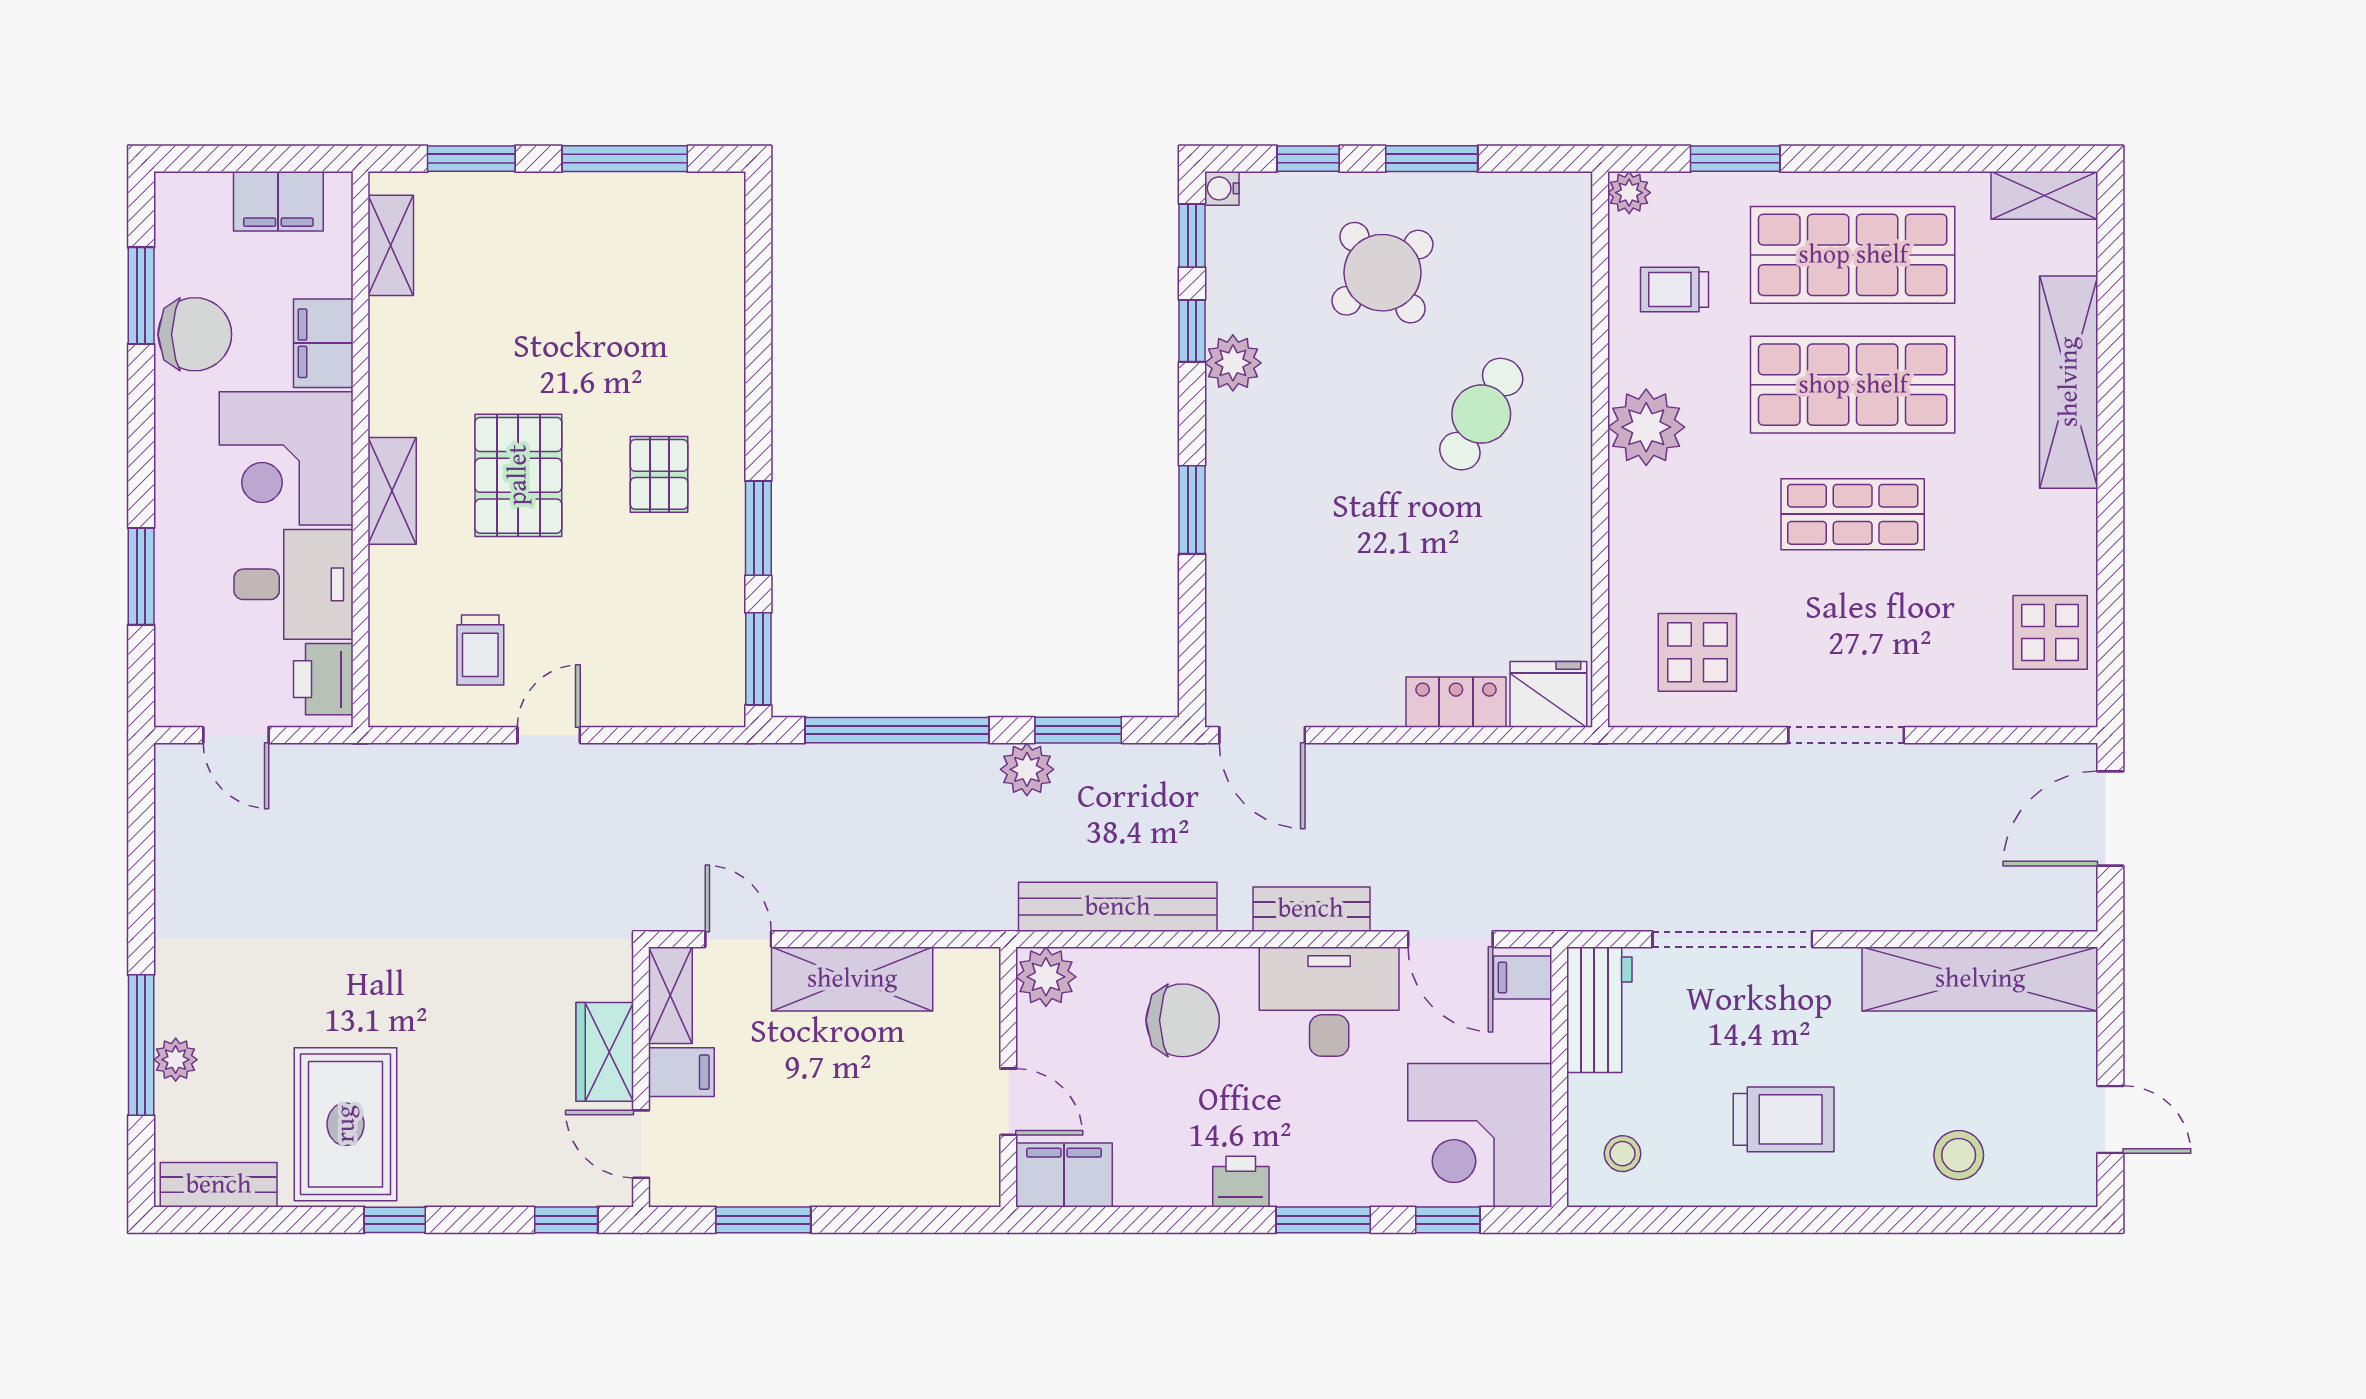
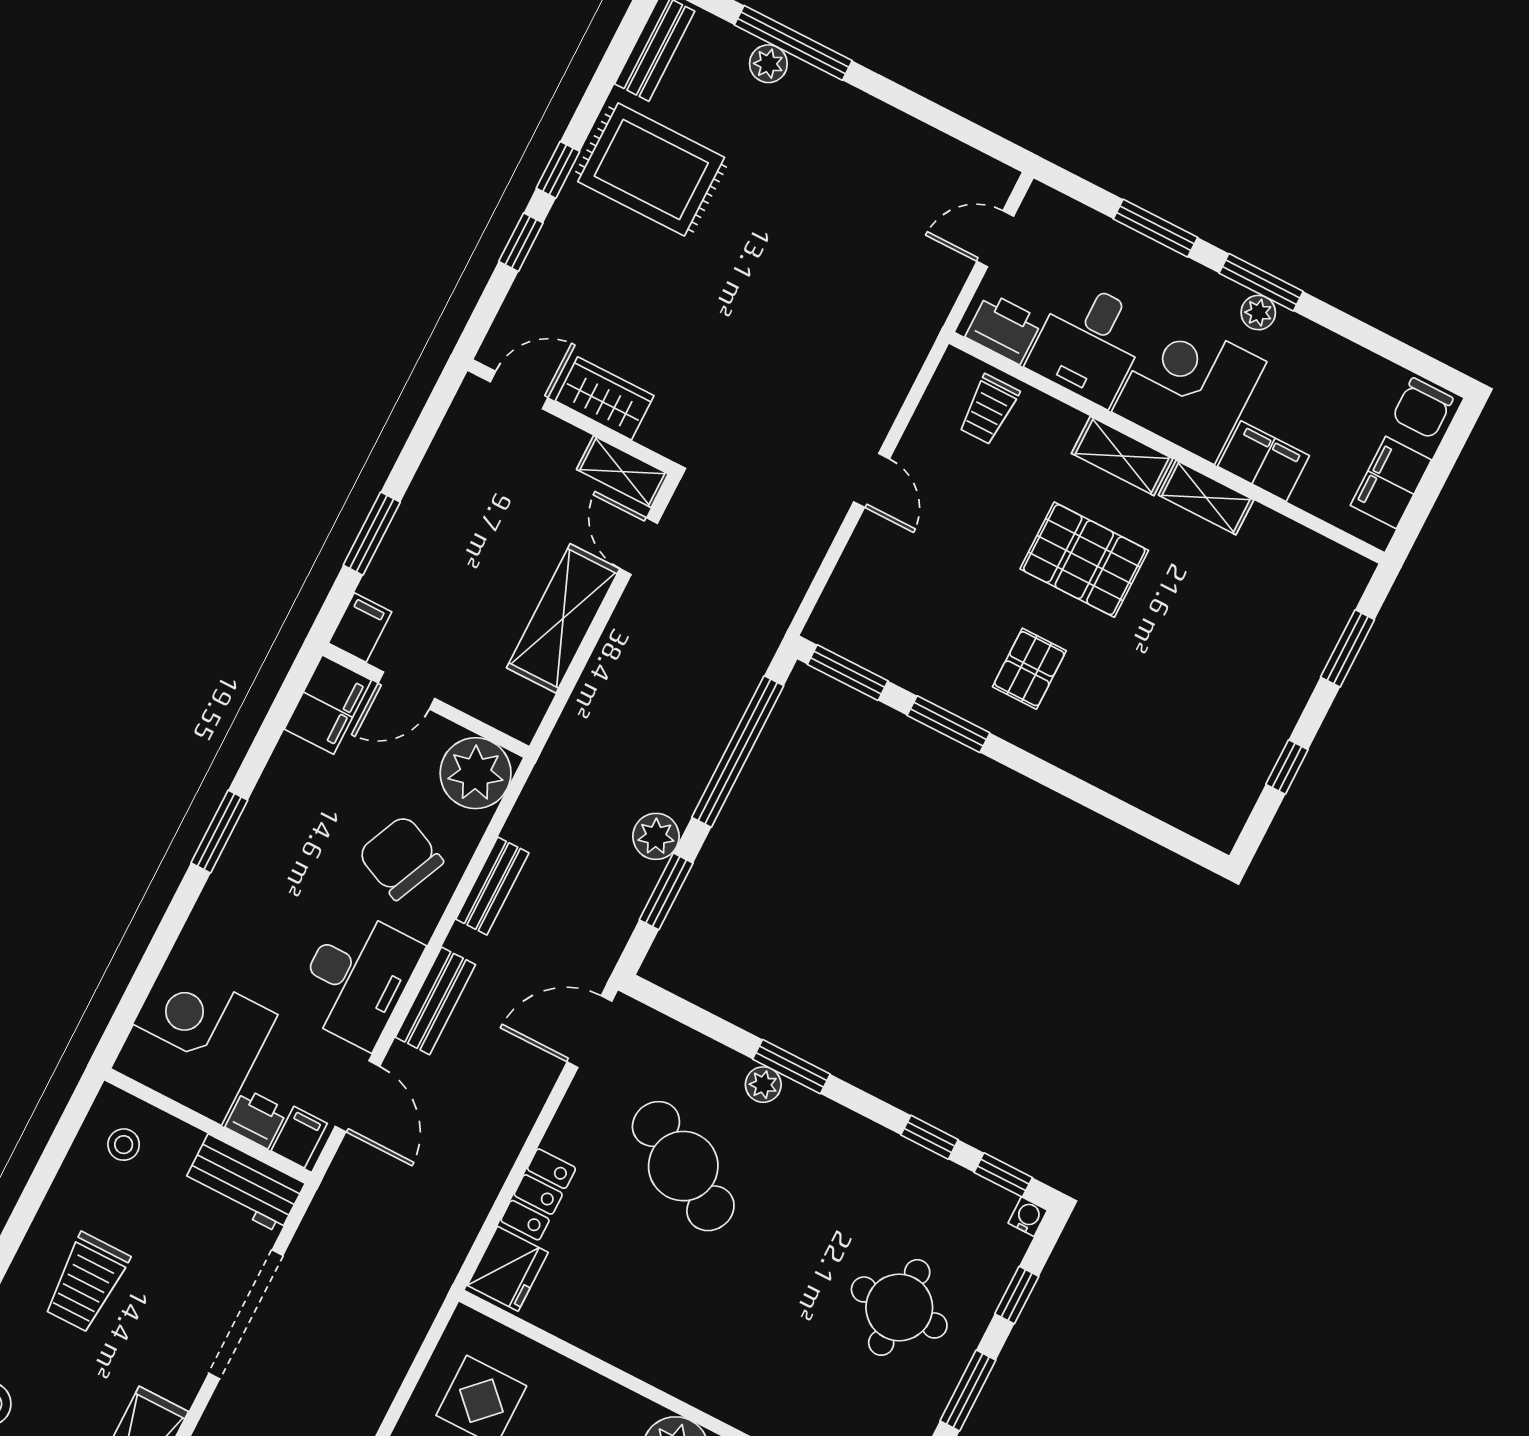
window: (625, 159) -> (1287, 767), width x0.46
shelving: (391, 245) -> (1206, 497), moved
round table: (1382, 273) -> (899, 1307), turned 38
window: (141, 296) -> (1261, 282), moved
chair: (195, 334) -> (1423, 408), moved, width x0.73, depth x0.73
plant: (1233, 363) -> (763, 1085), moved, width x0.73, depth x0.73
cafe table: (1481, 414) -> (683, 1166), moved, width x1.37, depth x1.35
plant: (174, 427) -> (1258, 313), added
pallet: (659, 474) -> (1029, 669), turned 90
trolley: (480, 650) -> (989, 409), moved, turned -90
bench: (1118, 907) -> (492, 886), width x0.54, depth x0.82
door: (738, 939) -> (639, 546), swing flipped
door: (1450, 939) -> (357, 1096), swing flipped
plant: (1046, 977) -> (476, 773), width x1.36, depth x1.36
chair: (1183, 1020) -> (400, 857), turned 114
filing cabinet: (681, 1072) -> (360, 627), moved, turned 180
printer: (1241, 1182) -> (256, 1119), moved, turned -90
window: (566, 1220) -> (521, 242), moved
window: (763, 1220) -> (372, 534), moved
window: (1323, 1220) -> (219, 832), moved
window: (1448, 1220) -> (142, 983), removed

